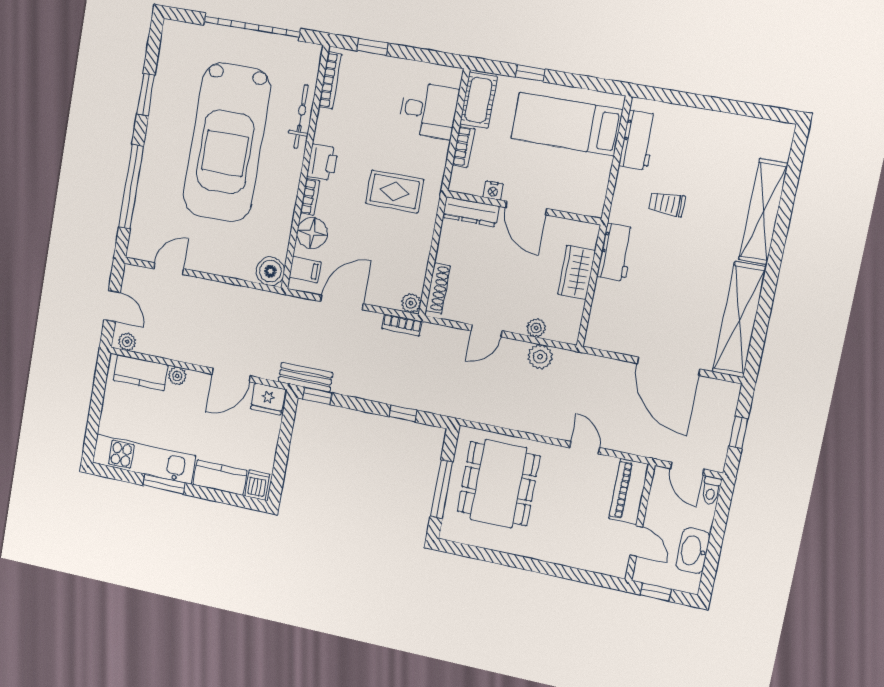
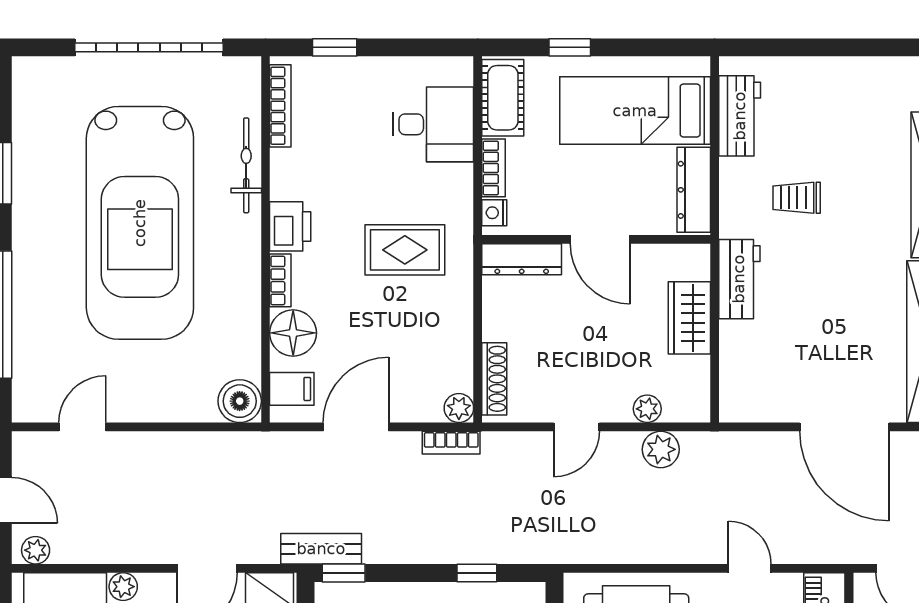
dresser: (596, 186) -> (694, 190), added
nightstand: (493, 190) -> (494, 213), moved, turned 90

